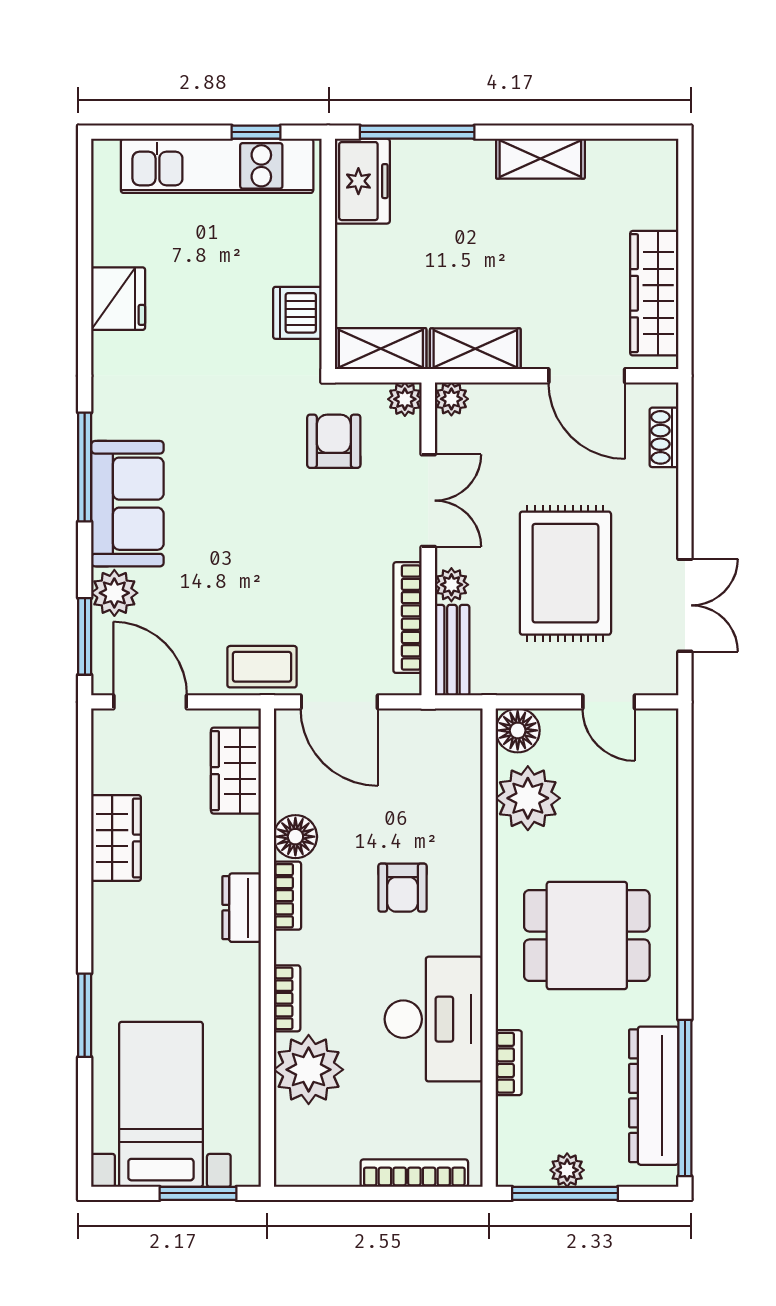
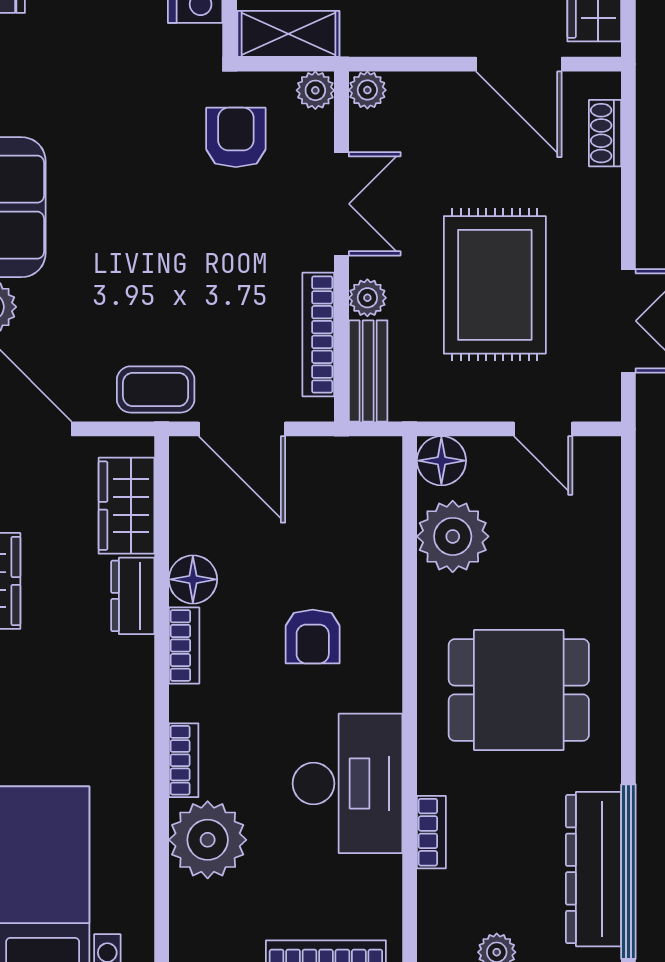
shelving: (475, 349) -> (394, 34), removed
dresser: (242, 908) -> (133, 596), moved

